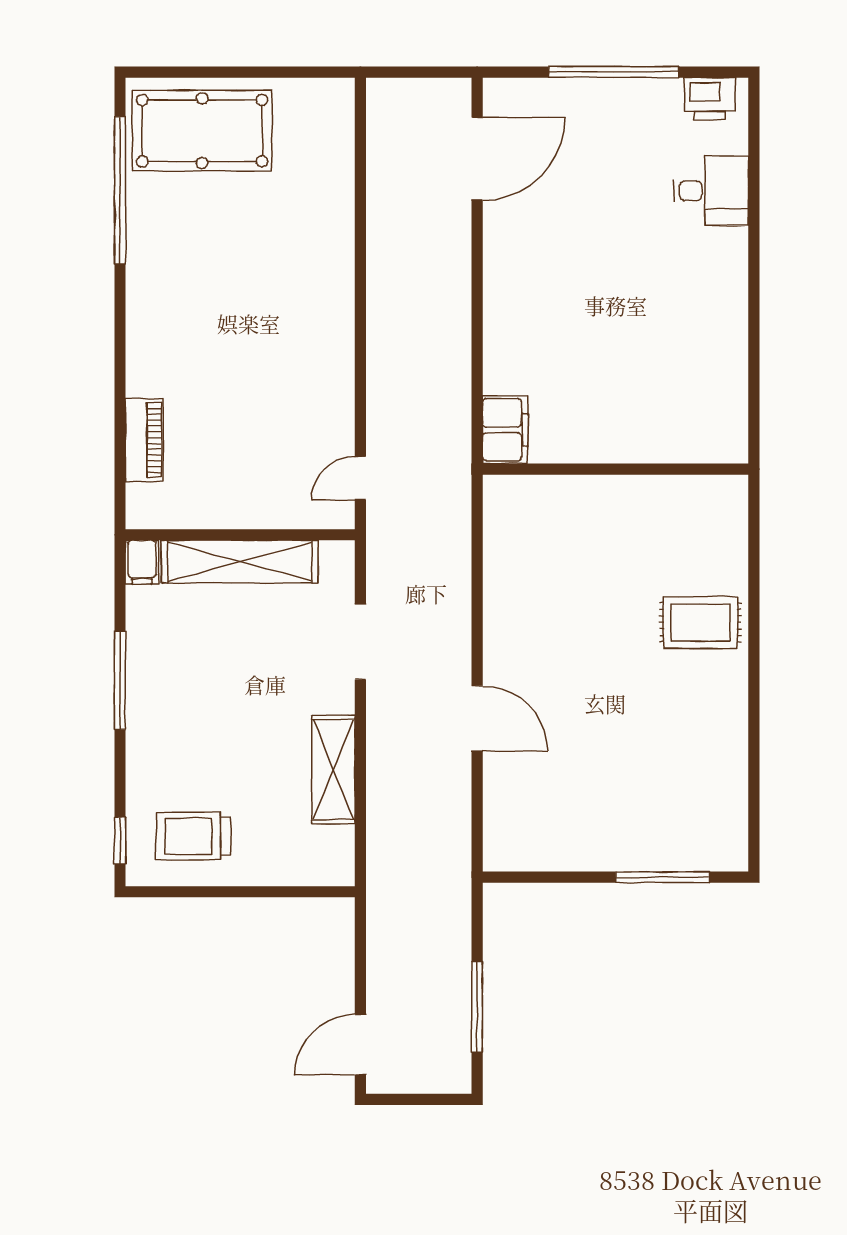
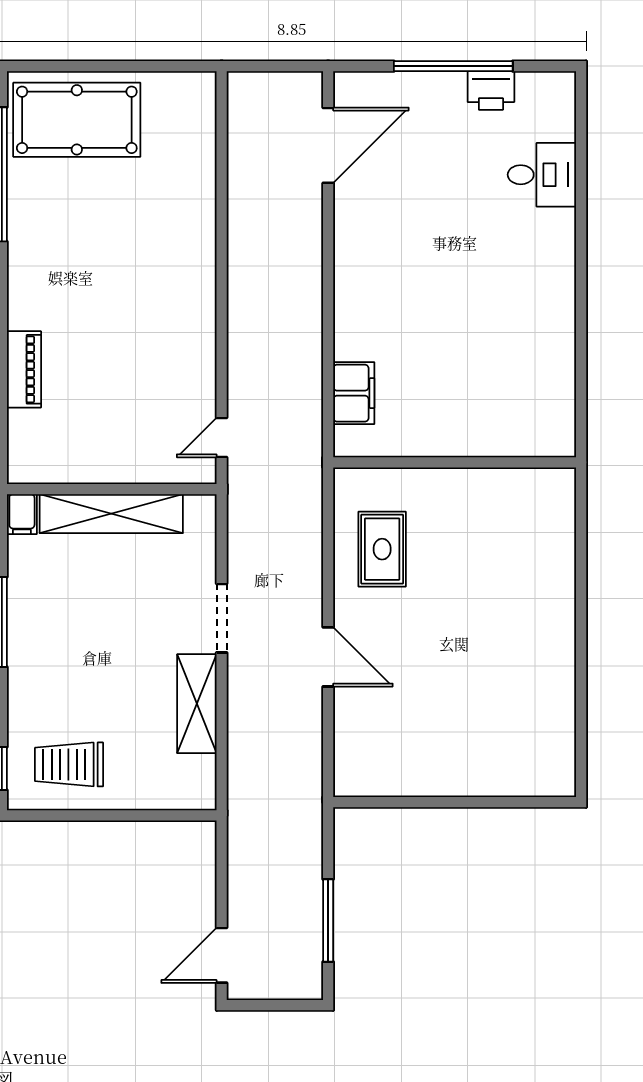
printer: (710, 99) -> (491, 90), moved
piano: (144, 440) -> (24, 369), moved
wall: (615, 469) -> (455, 462), moved
rug: (700, 622) -> (382, 549), moved, turned 90
doorway: (360, 642) -> (222, 618), moved
window: (663, 877) -> (498, 802), removed

